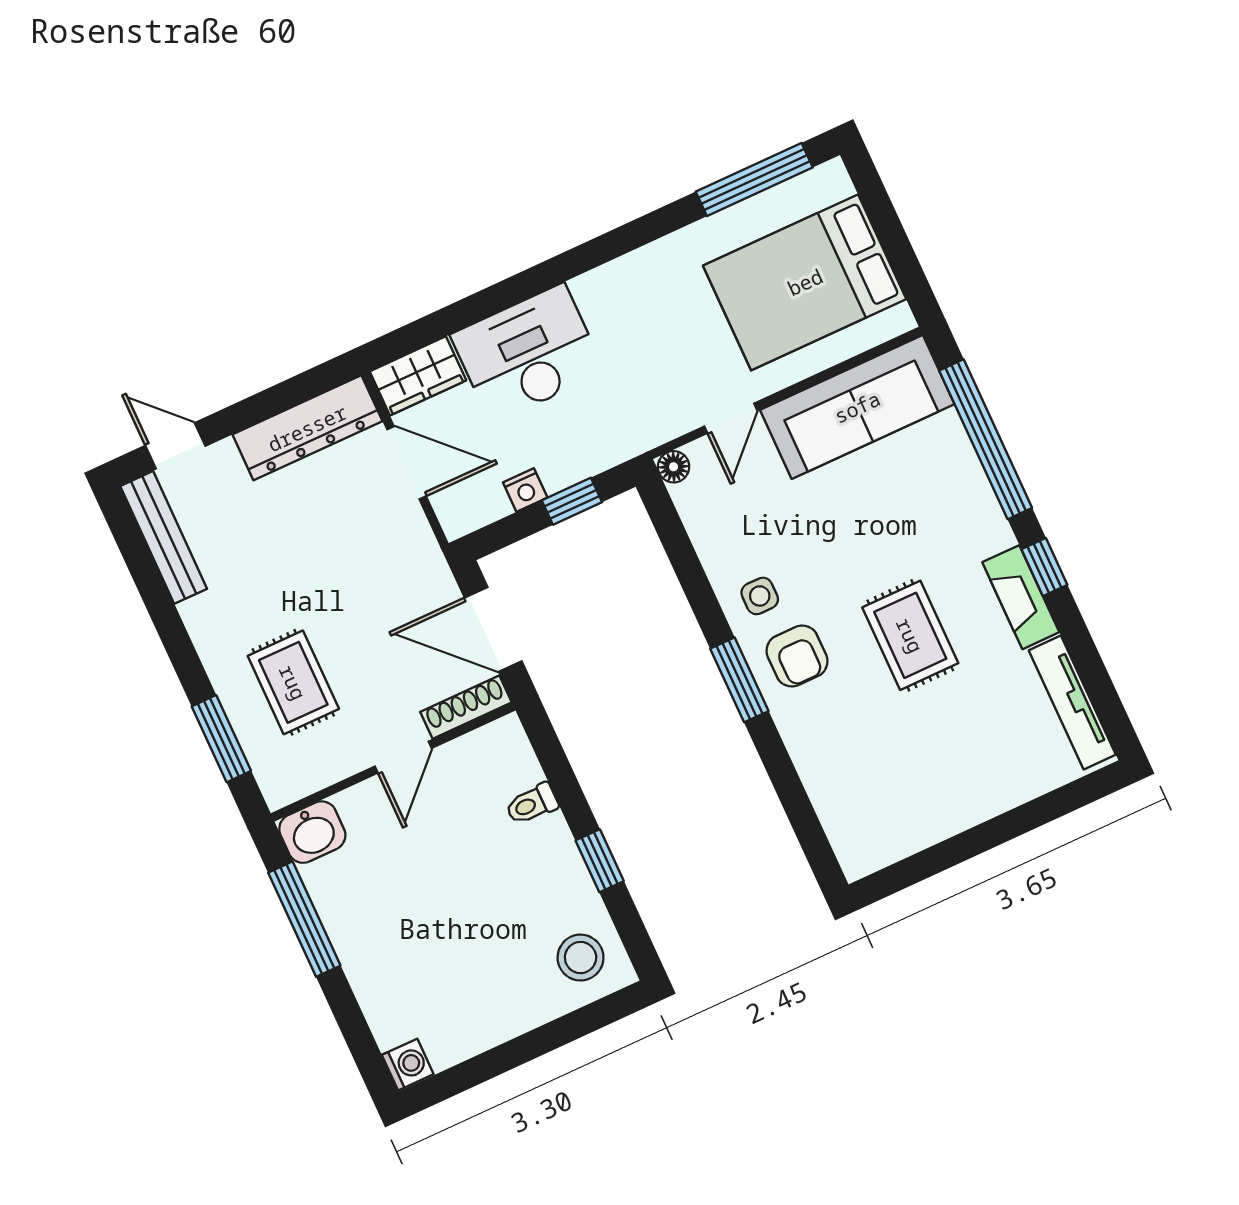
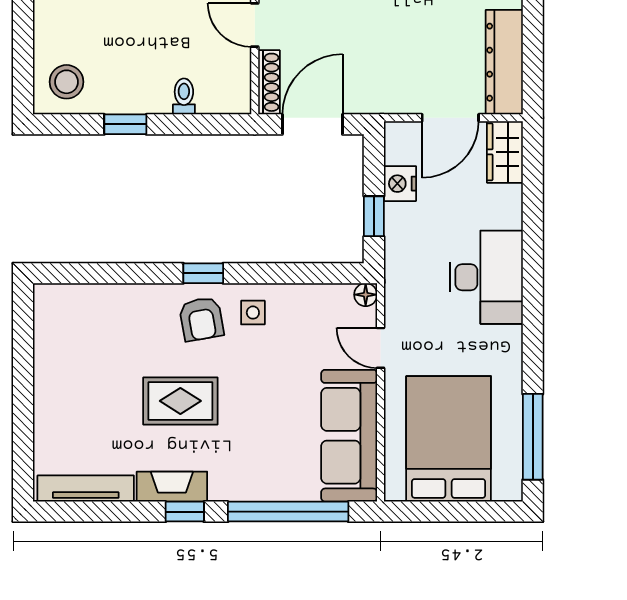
desk: (528, 353) -> (486, 277), moved
nightstand: (525, 490) -> (400, 184), width x1.39, depth x1.35
armchair: (797, 656) -> (201, 319), turned -100
window: (739, 680) -> (203, 273), width x0.67

